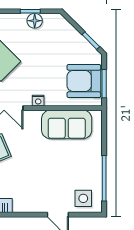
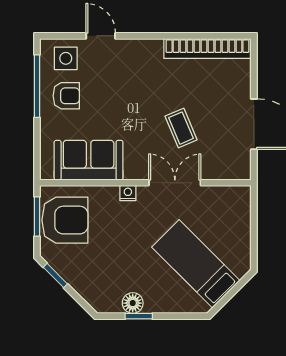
armchair: (83, 171) -> (66, 96), added

